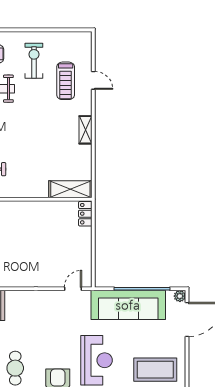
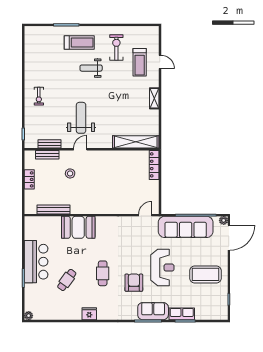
shelving: (70, 189) -> (136, 142), width x1.47
locker: (85, 214) -> (154, 165), width x1.53

